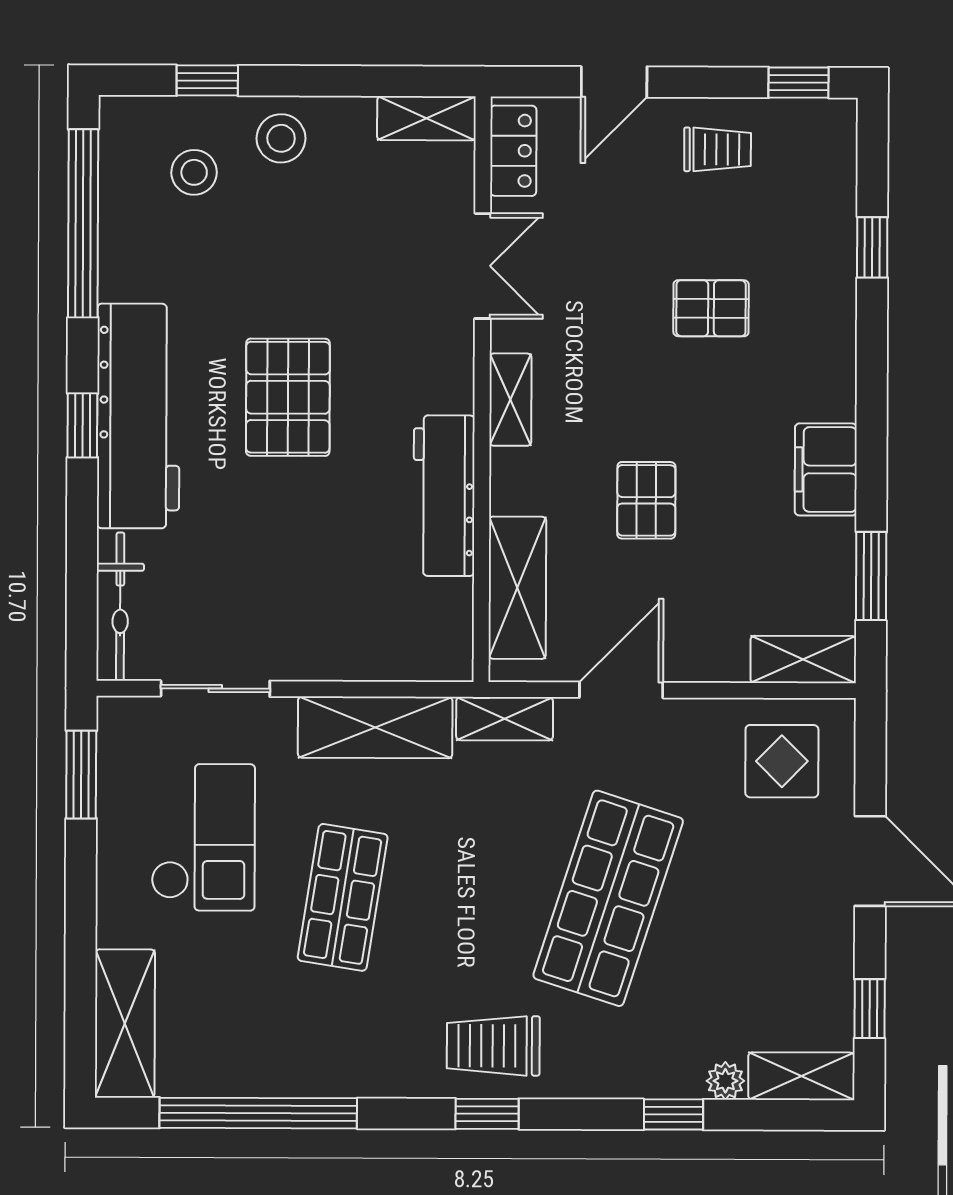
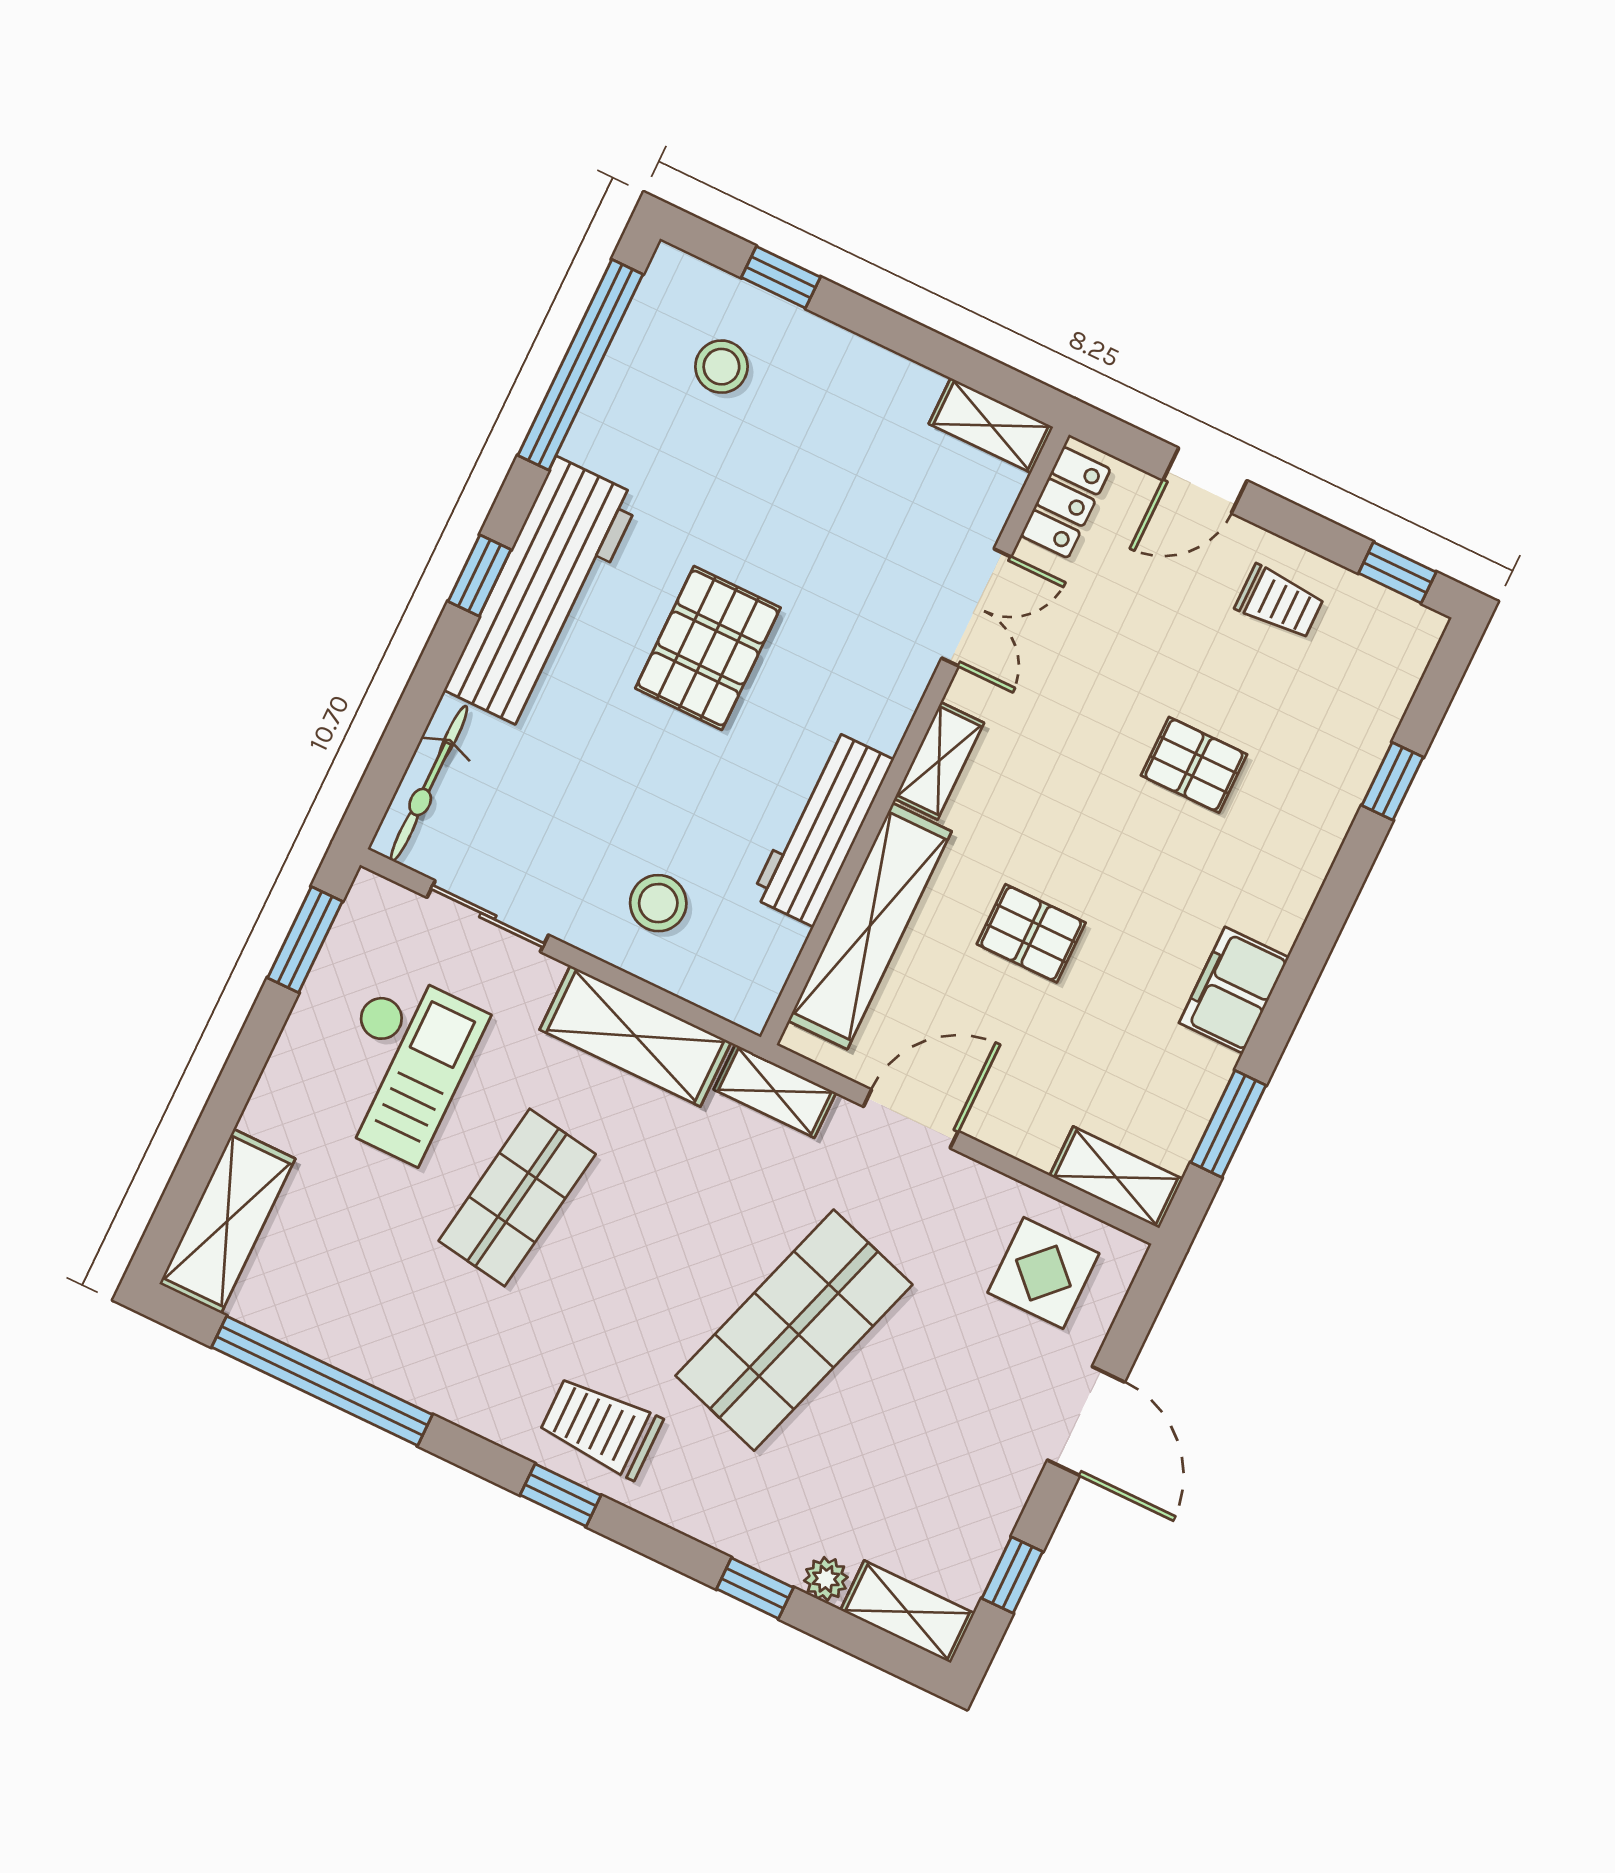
stool: (281, 138) -> (658, 903), moved
pallet: (646, 500) -> (1031, 933), turned 90
shelving: (517, 588) -> (870, 926), width x1.47

